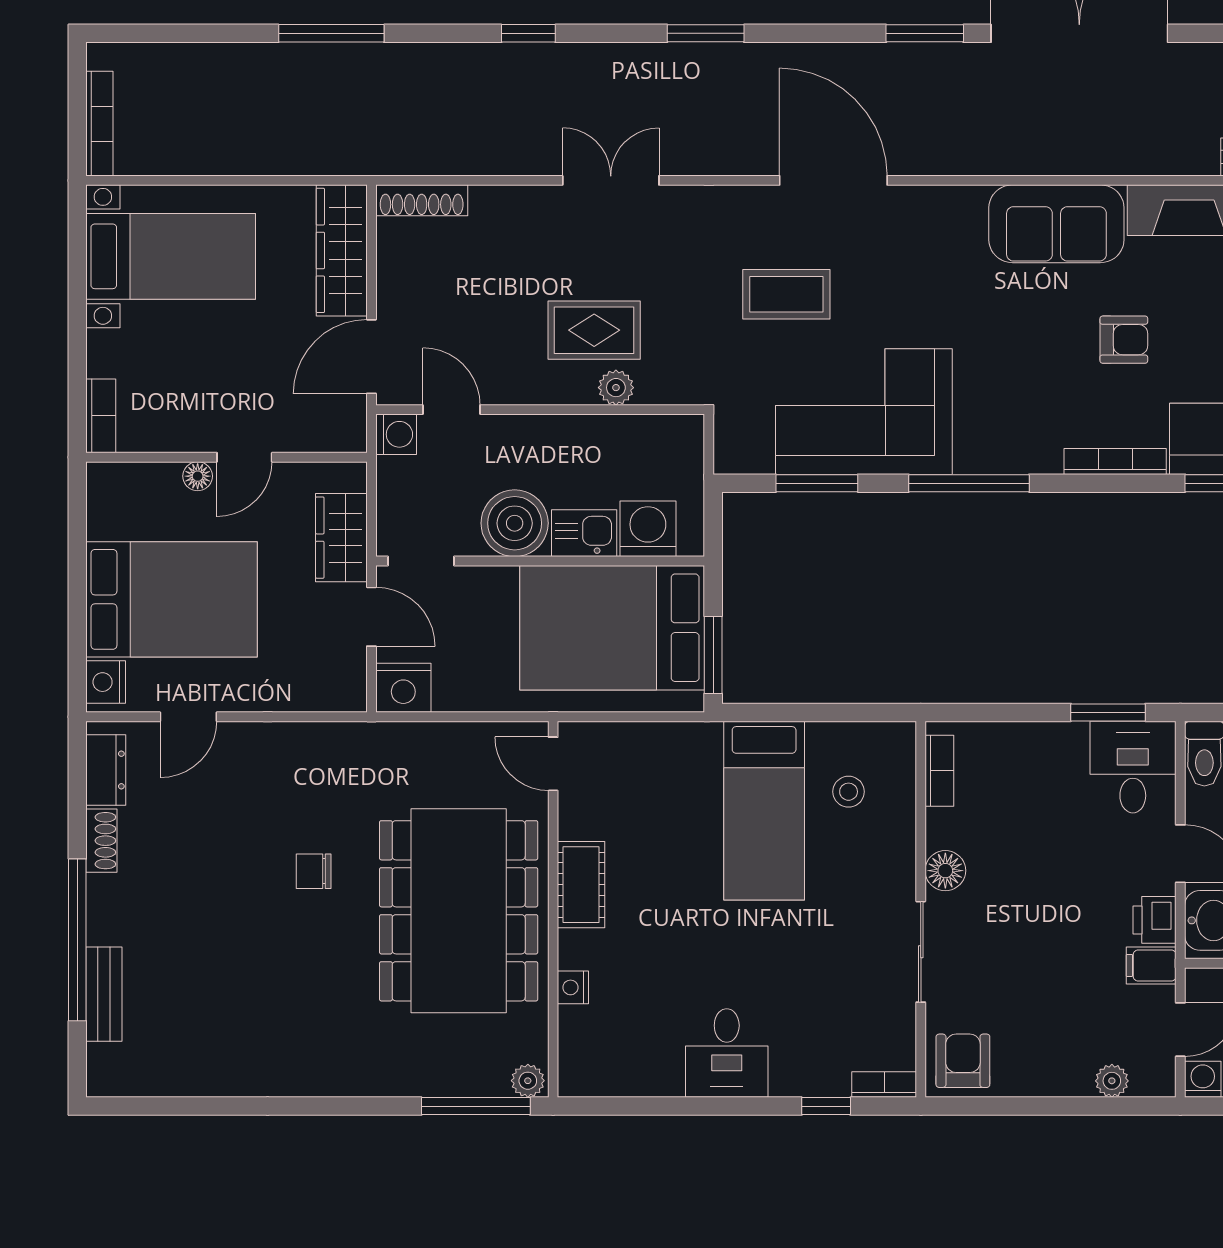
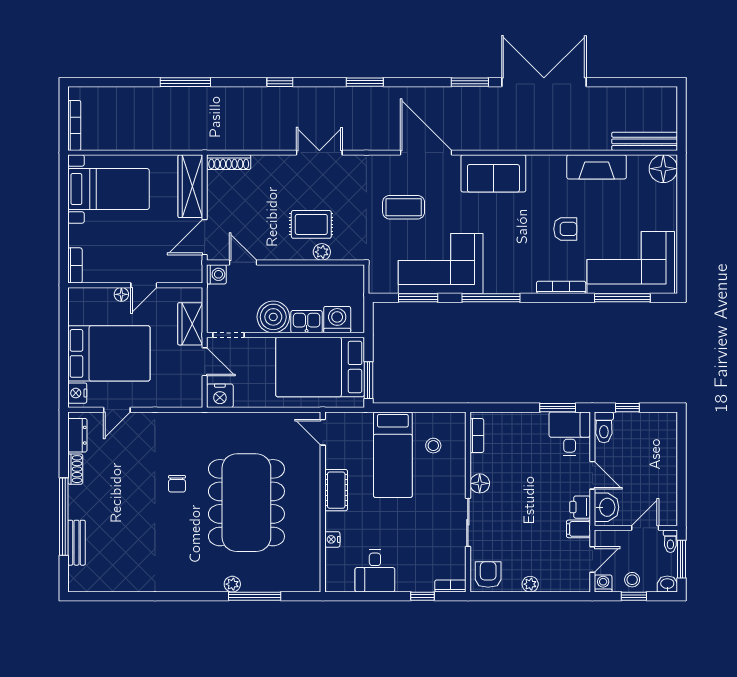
sofa: (1056, 224) -> (493, 173), moved
door: (553, 764) -> (323, 432), moved
chair: (314, 871) -> (177, 484), turned -90
cot: (581, 885) -> (336, 490), moved
wall: (553, 909) -> (323, 502), moved
nightstand: (573, 987) -> (332, 539), moved
plant: (528, 1081) -> (232, 584), moved
plant: (1112, 1081) -> (530, 584), moved

